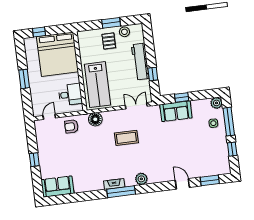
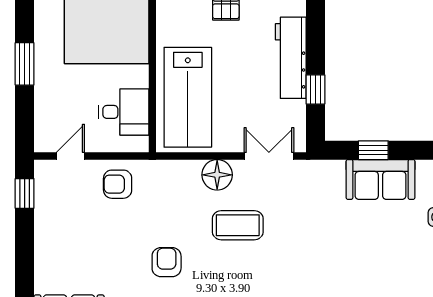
sofa: (176, 111) -> (380, 179), moved
floor lamp: (95, 119) -> (217, 175), moved
armchair: (97, 158) -> (167, 262), added
window: (34, 160) -> (25, 193), moved

